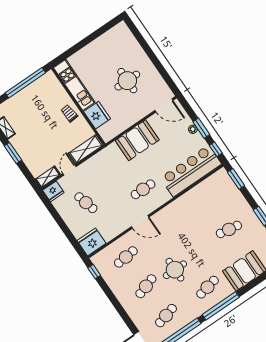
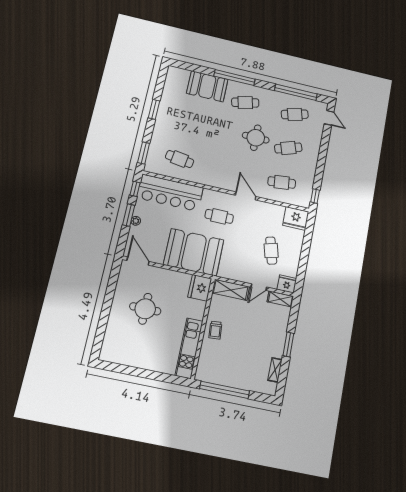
fridge: (97, 115) -> (200, 288), moved
booth: (137, 140) -> (194, 252), width x1.36, depth x1.42
cafe table: (229, 229) -> (180, 159), moved
window: (221, 306) -> (234, 78), moved

